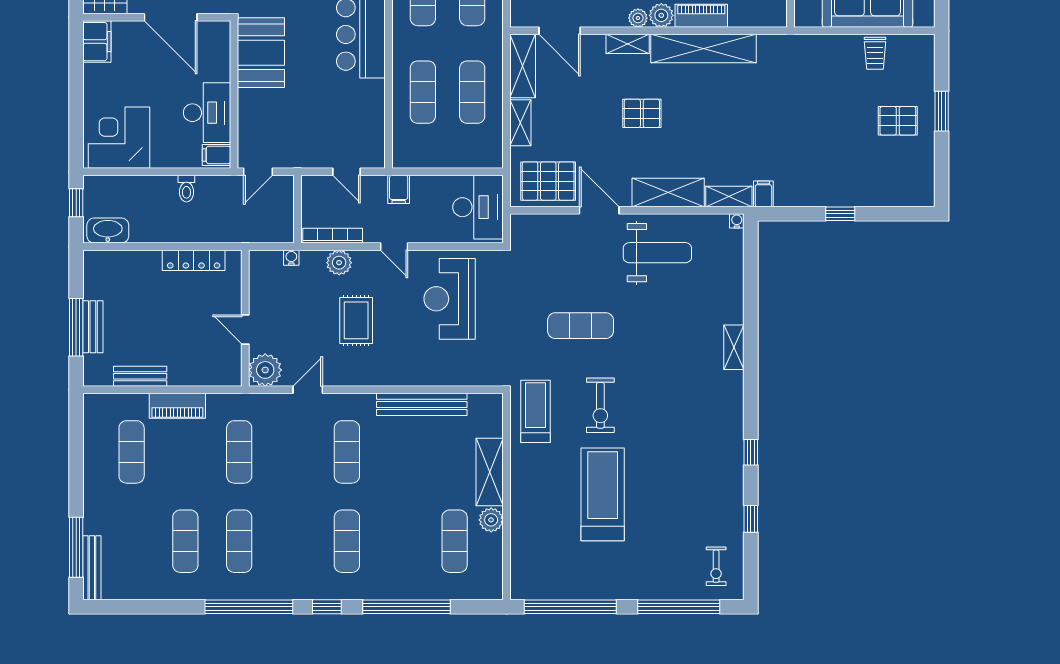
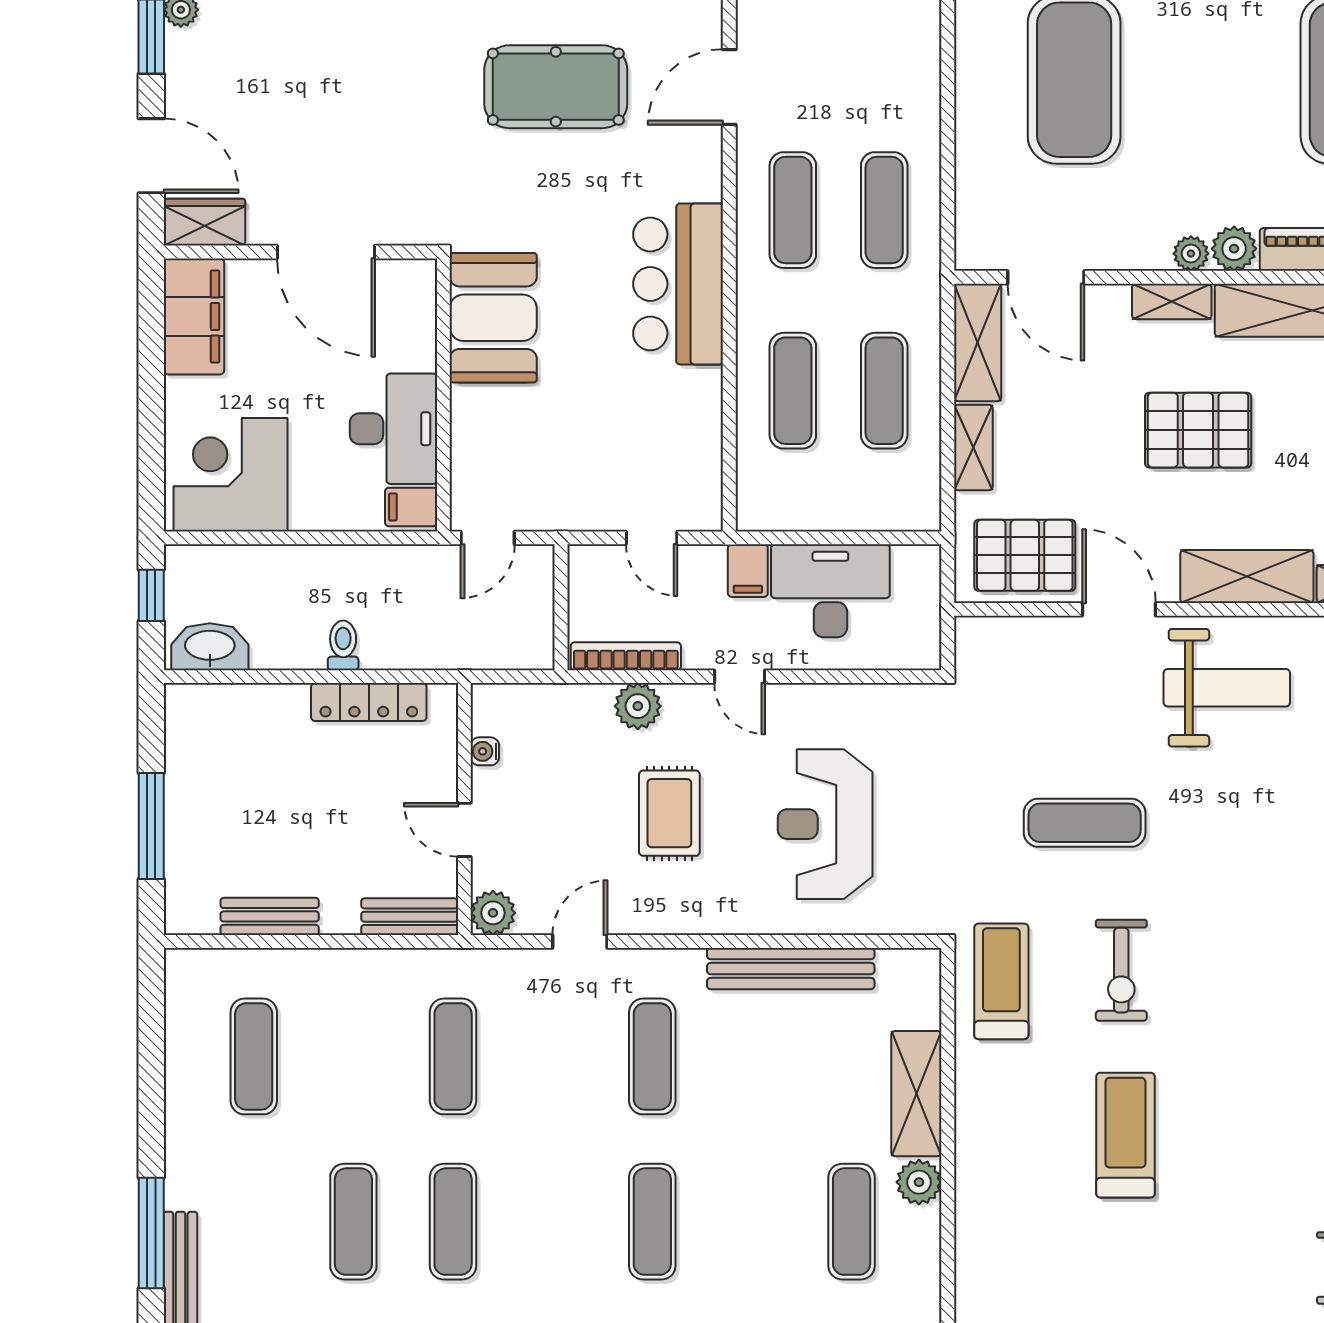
filing cabinet: (97, 42) -> (194, 316), width x1.50, depth x1.17
pallet: (642, 113) -> (1198, 430), width x1.50, depth x1.42
toilet: (186, 189) -> (343, 645), moved, turned 180
desk: (478, 207) -> (830, 591), moved, turned -90
water cooler: (291, 258) -> (485, 751), moved, turned -90
reception desk: (450, 299) -> (825, 824), moved
bench: (93, 327) -> (410, 917), moved, turned 90
plant: (265, 370) -> (493, 913), width x0.73, depth x0.73
piano: (177, 406) -> (339, 971), removed
treadmill: (603, 494) -> (1125, 1135), width x0.73, depth x0.73

